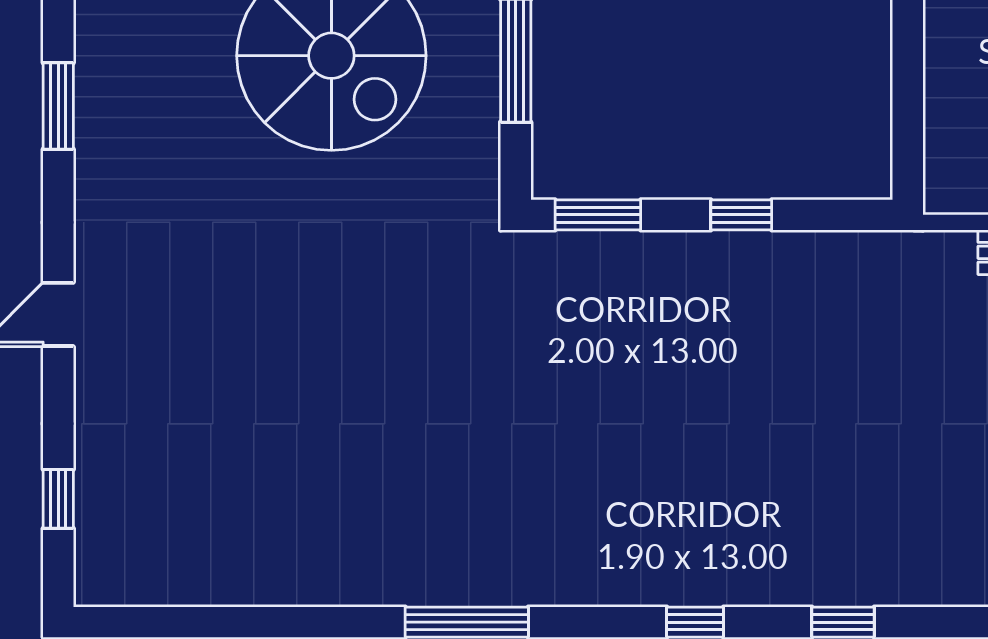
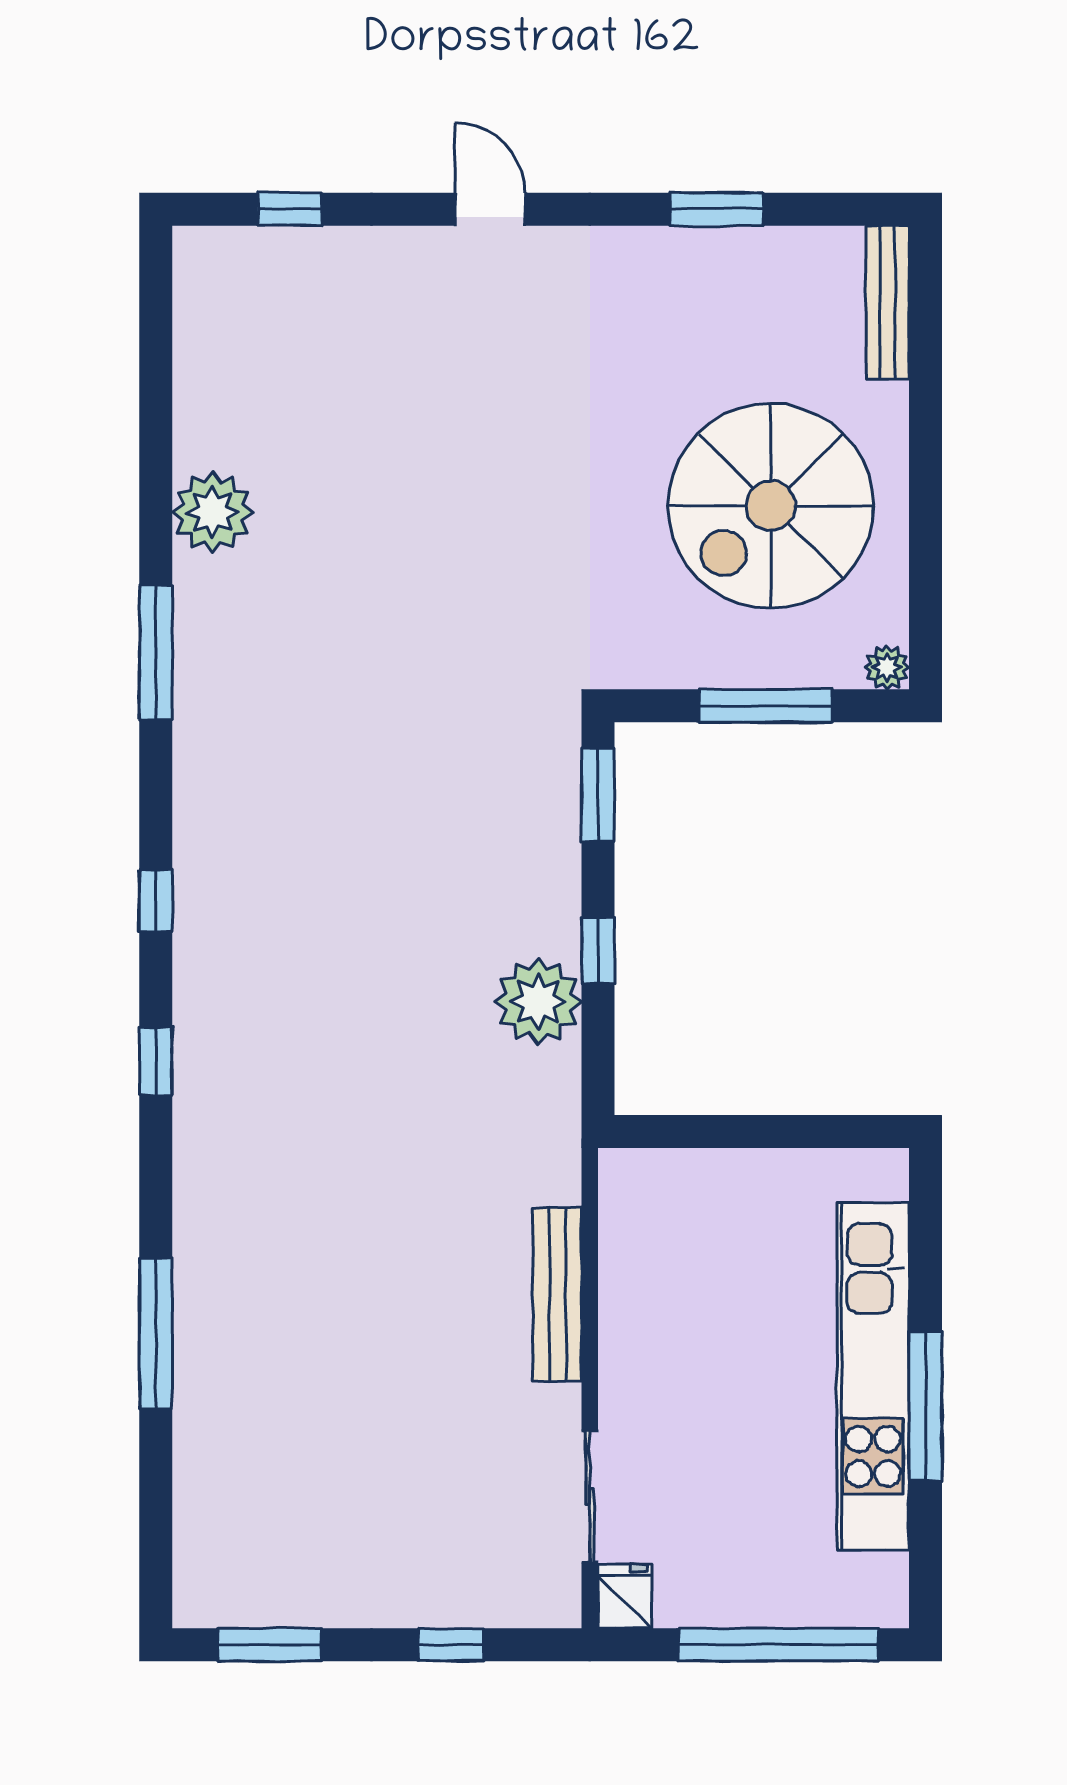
plant: (788, 270) -> (538, 1002), added
plant: (337, 570) -> (213, 512), added

